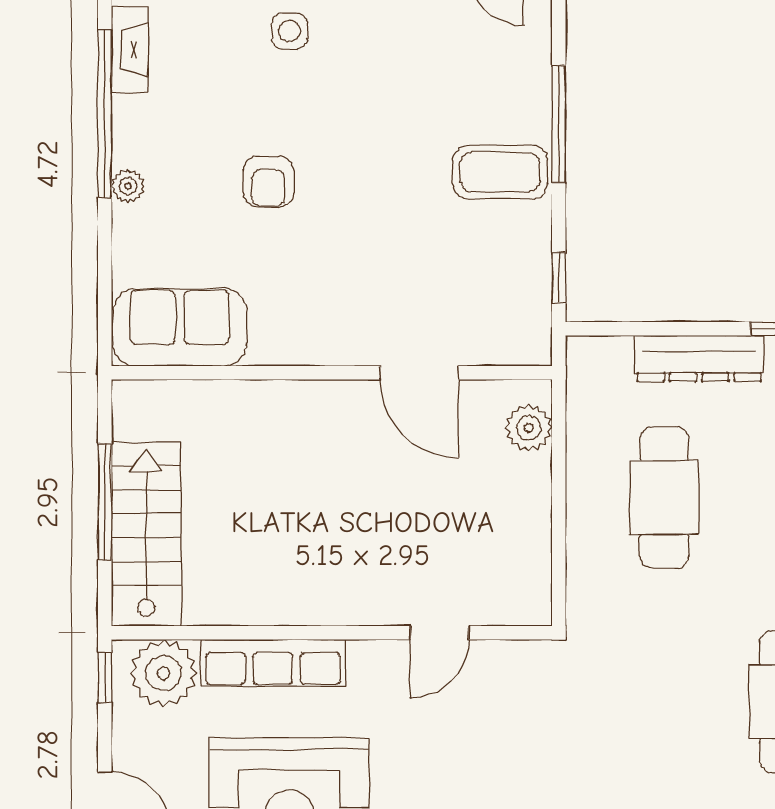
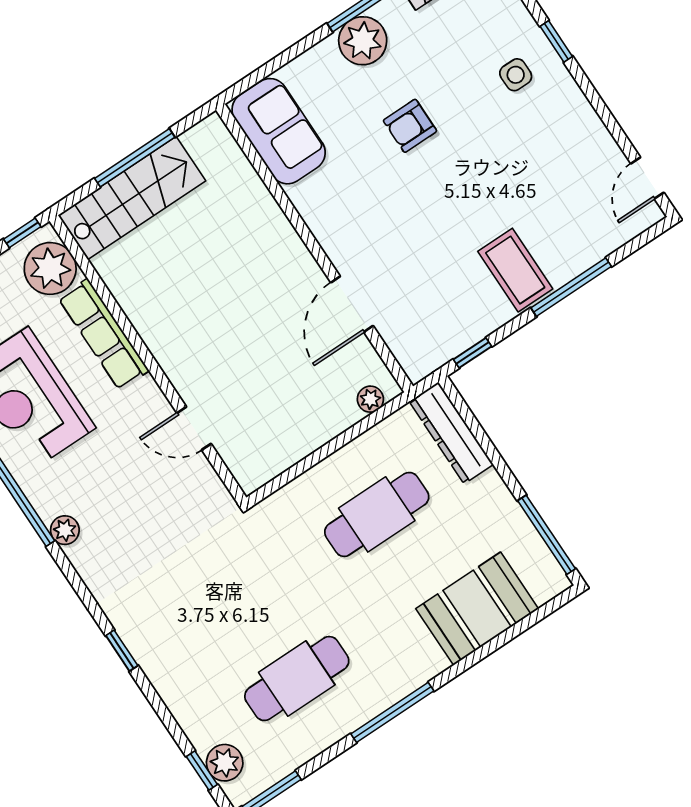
plant: (128, 186) -> (363, 41), width x1.87, depth x1.87
dresser: (699, 358) -> (451, 433), moved
plant: (529, 428) -> (370, 399), width x0.73, depth x0.73

